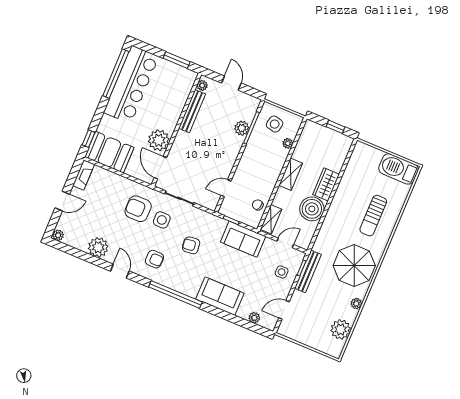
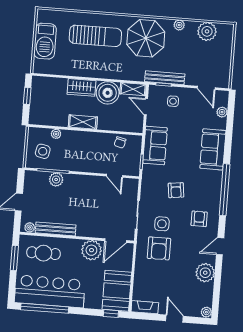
cafe table: (172, 91) -> (43, 253), added
barbecue: (399, 169) -> (45, 41), moved
sun lounger: (373, 216) -> (95, 36), width x1.36, depth x1.34
shelving: (271, 219) -> (133, 89), moved

